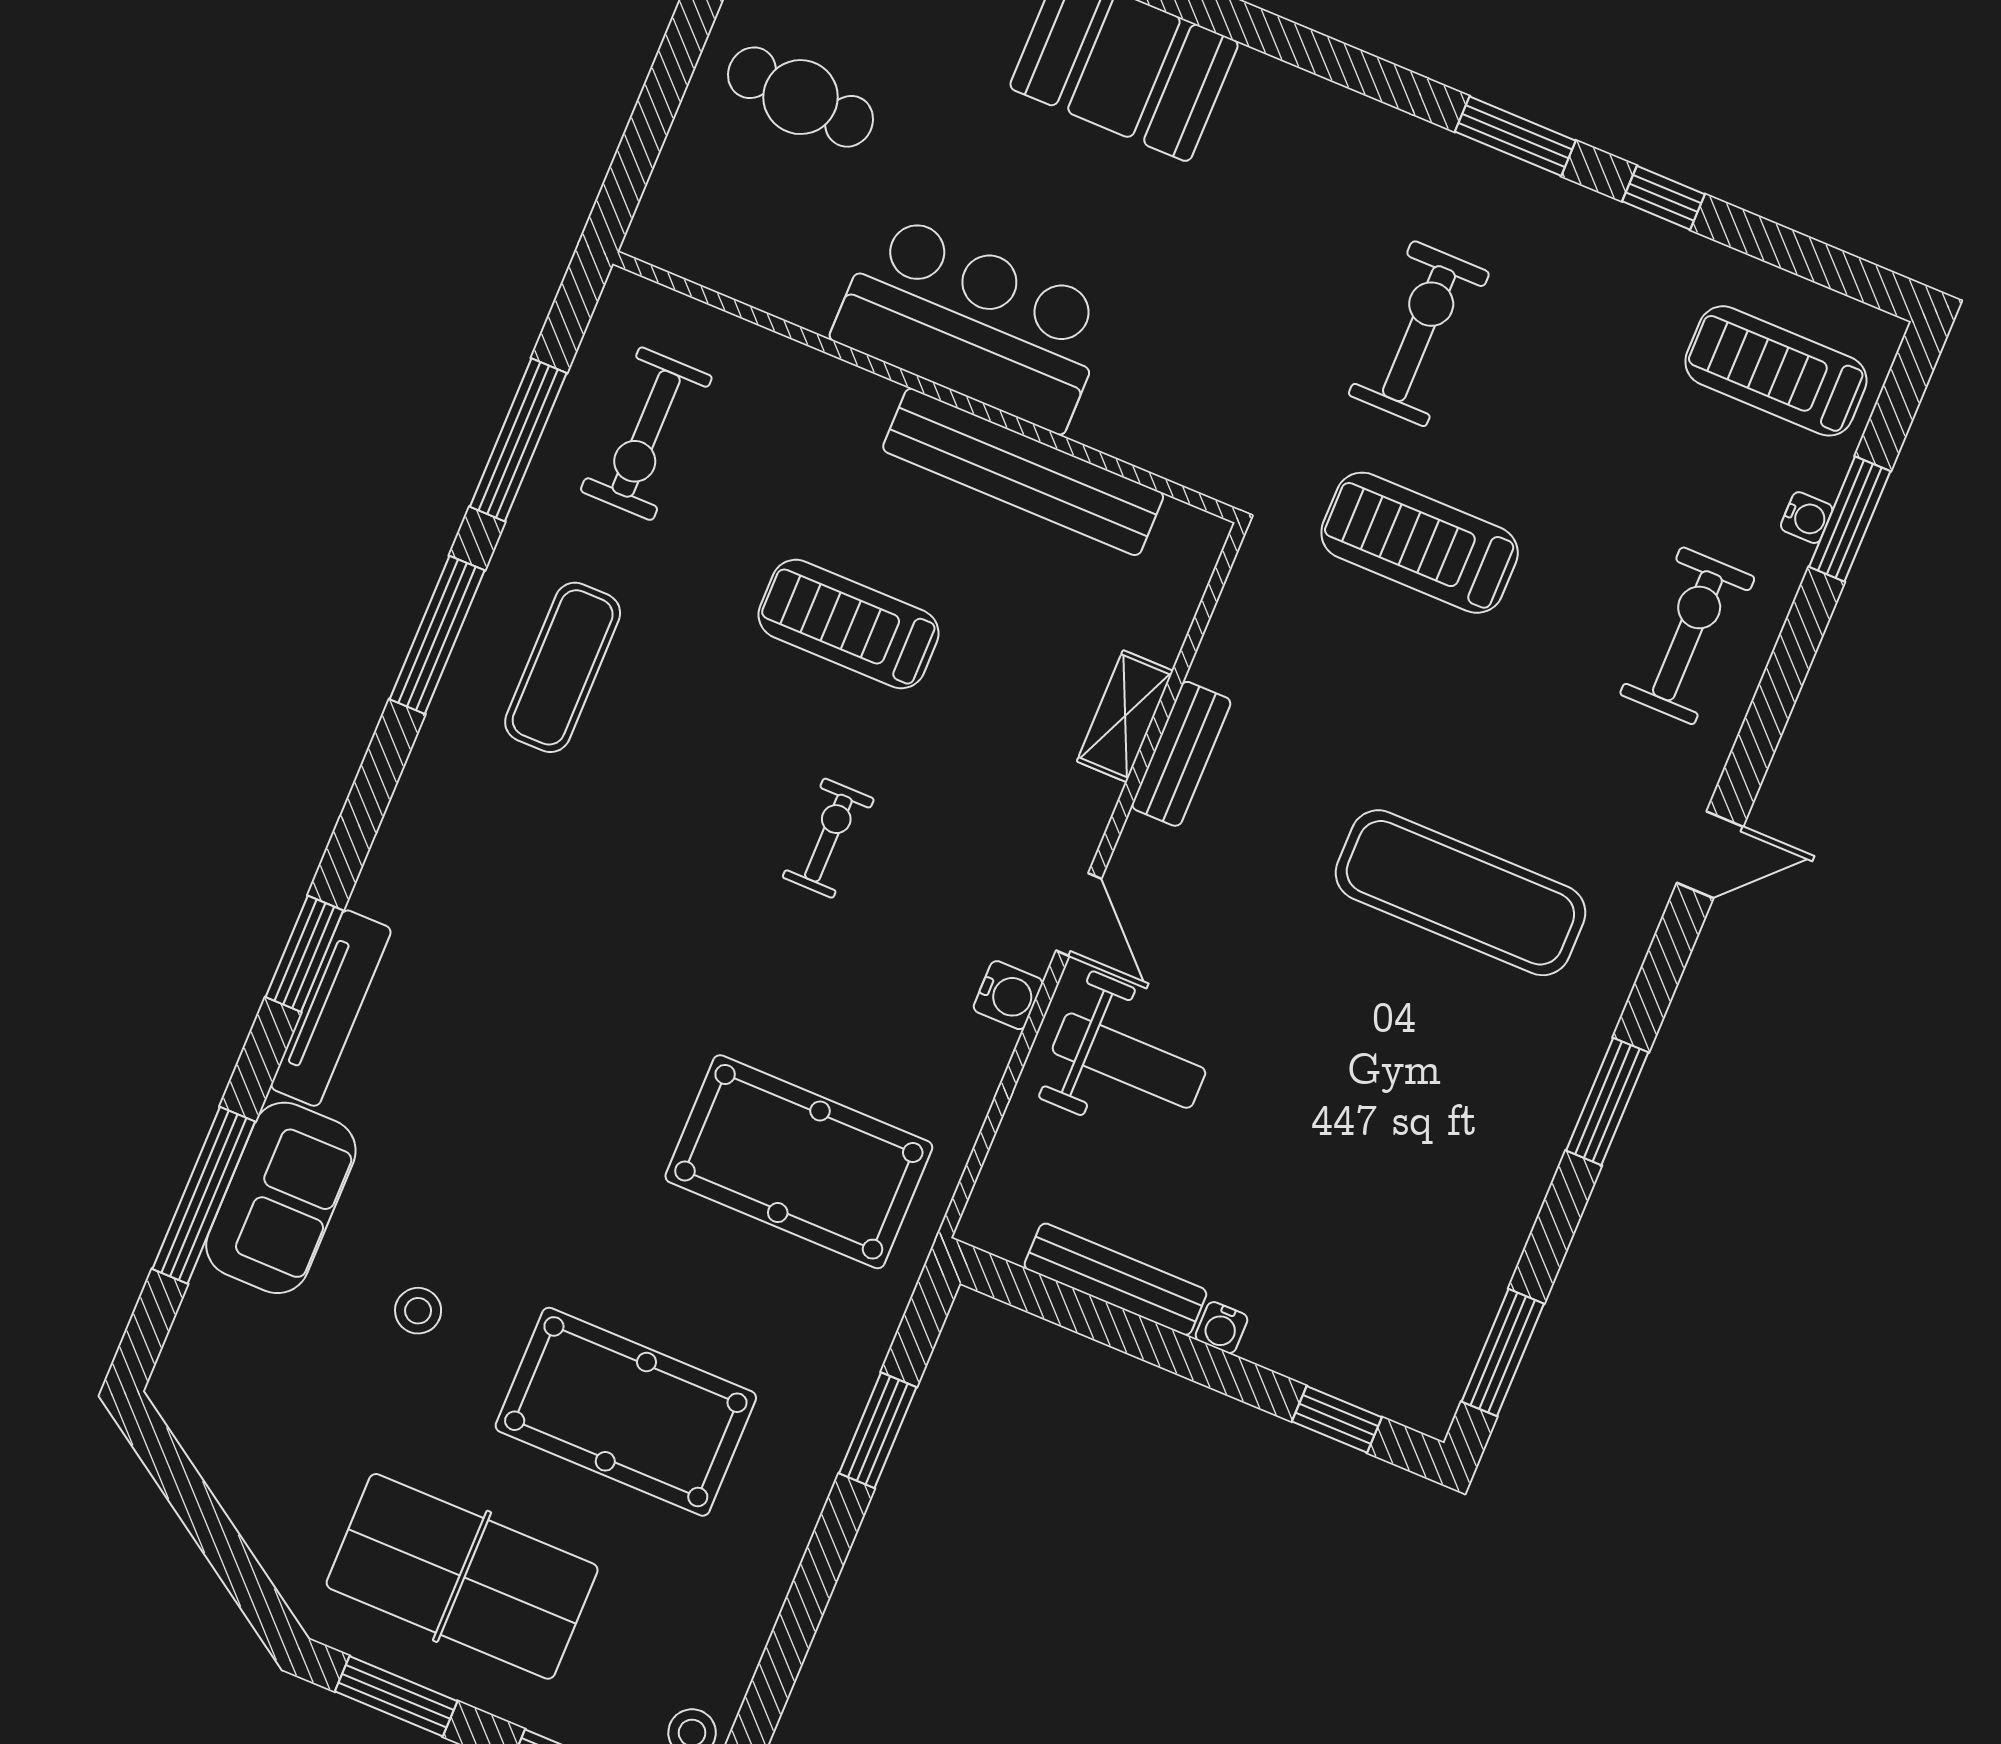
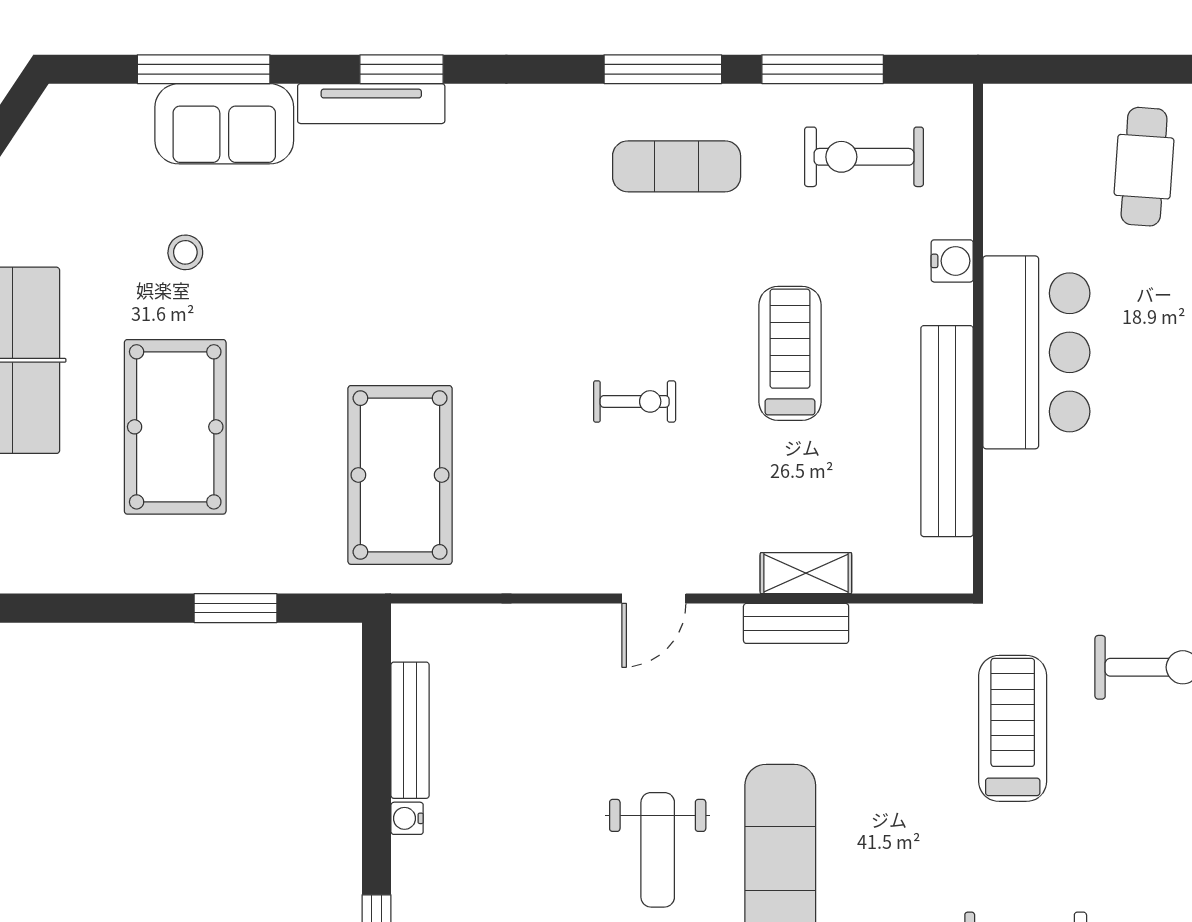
water cooler: (1008, 995) -> (952, 261), moved, turned -90
weight bench: (1129, 1061) -> (658, 850), moved

